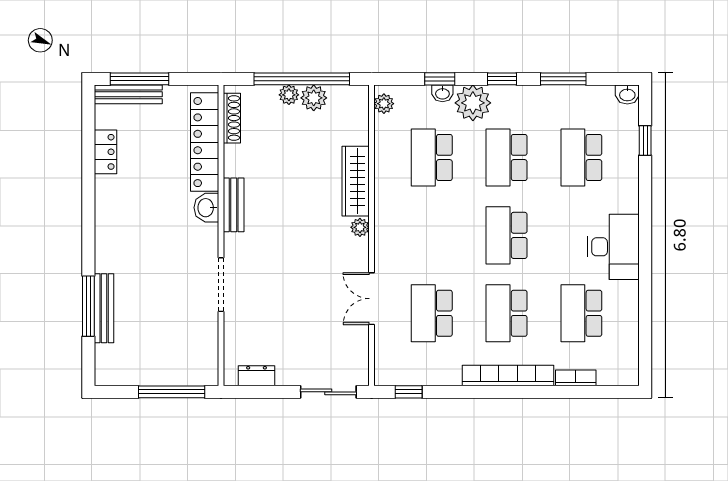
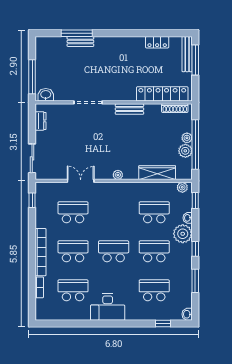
window: (440, 79) -> (195, 201), moved
wardrobe: (356, 181) -> (157, 173), moved
washbasin: (206, 208) -> (46, 95), moved
bench: (104, 308) -> (80, 41), width x0.73

